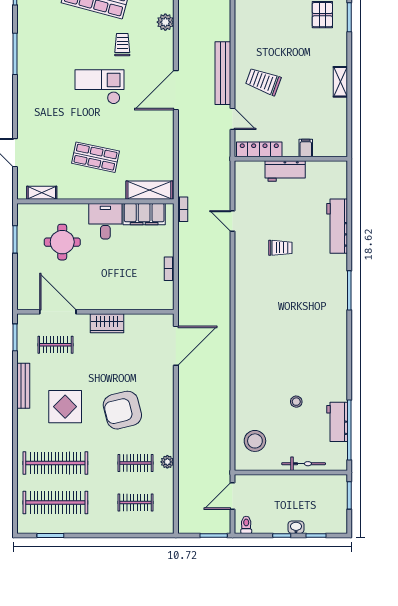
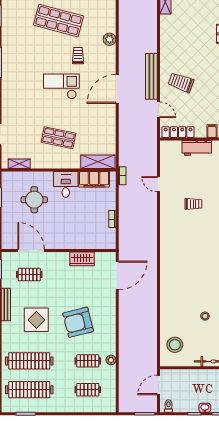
wardrobe: (107, 323) -> (82, 259), moved

